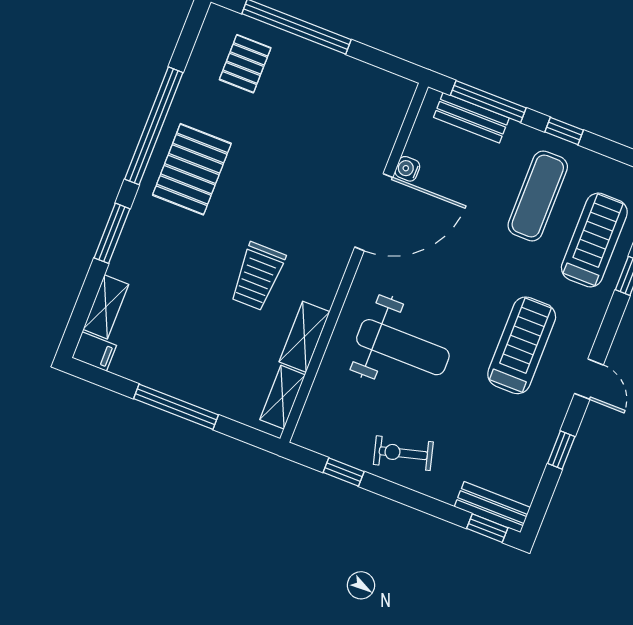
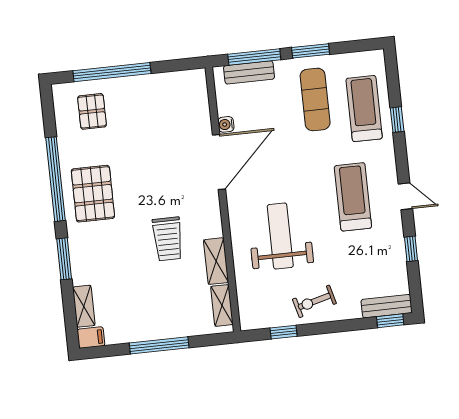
window: (564, 131) -> (311, 51), width x1.50
weight bench: (403, 347) -> (280, 236), turned -90

